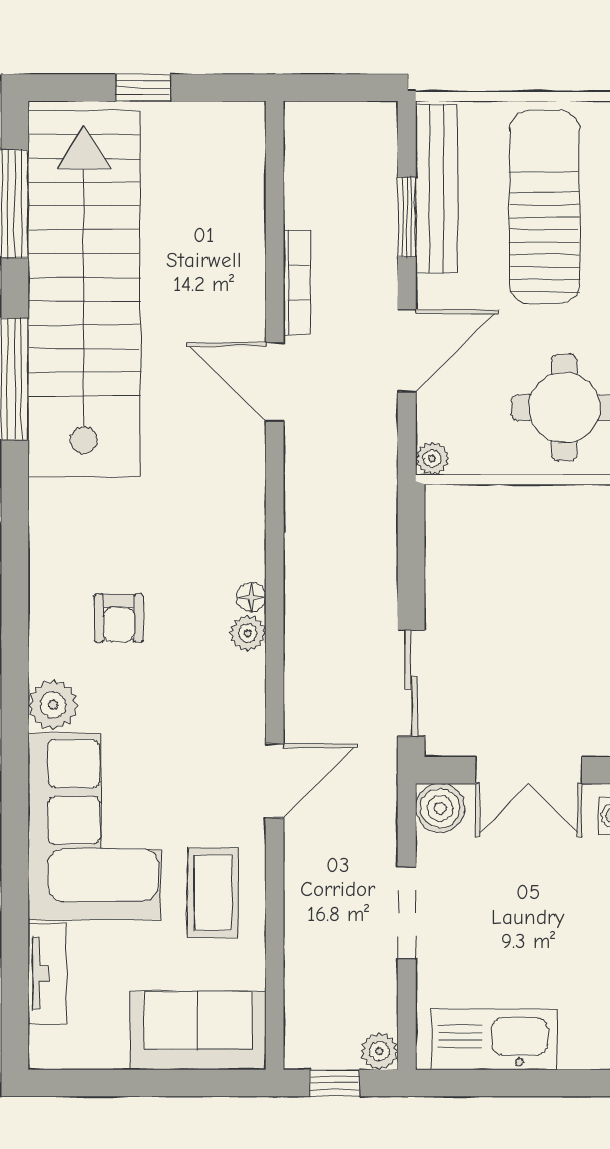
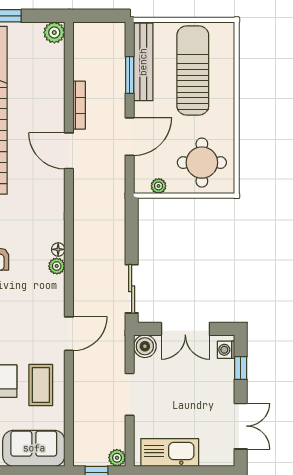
plant: (243, 124) -> (54, 32), added
plant: (432, 459) -> (159, 186), moved

